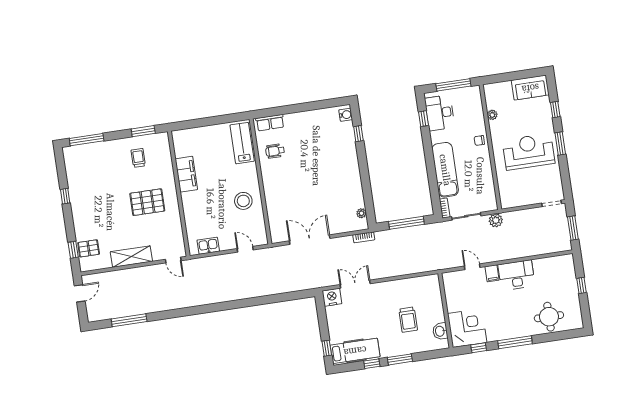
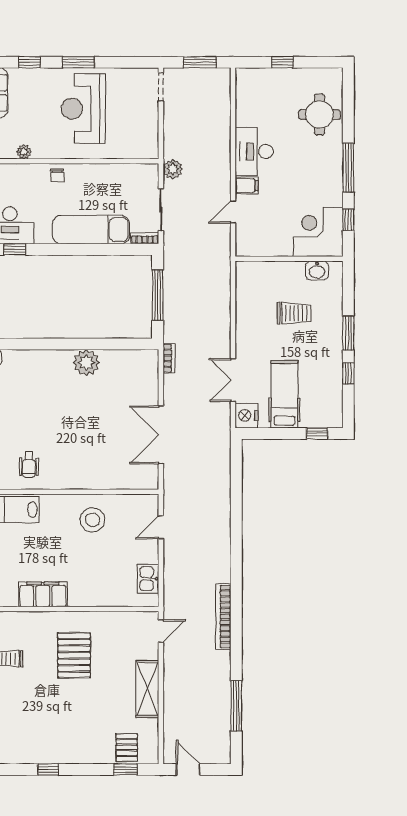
window: (358, 134) -> (22, 344), removed
plant: (361, 213) -> (86, 363), moved, width x1.87, depth x1.87
bookcase: (190, 302) -> (223, 617), added
hospital bed: (355, 351) -> (284, 394), moved

